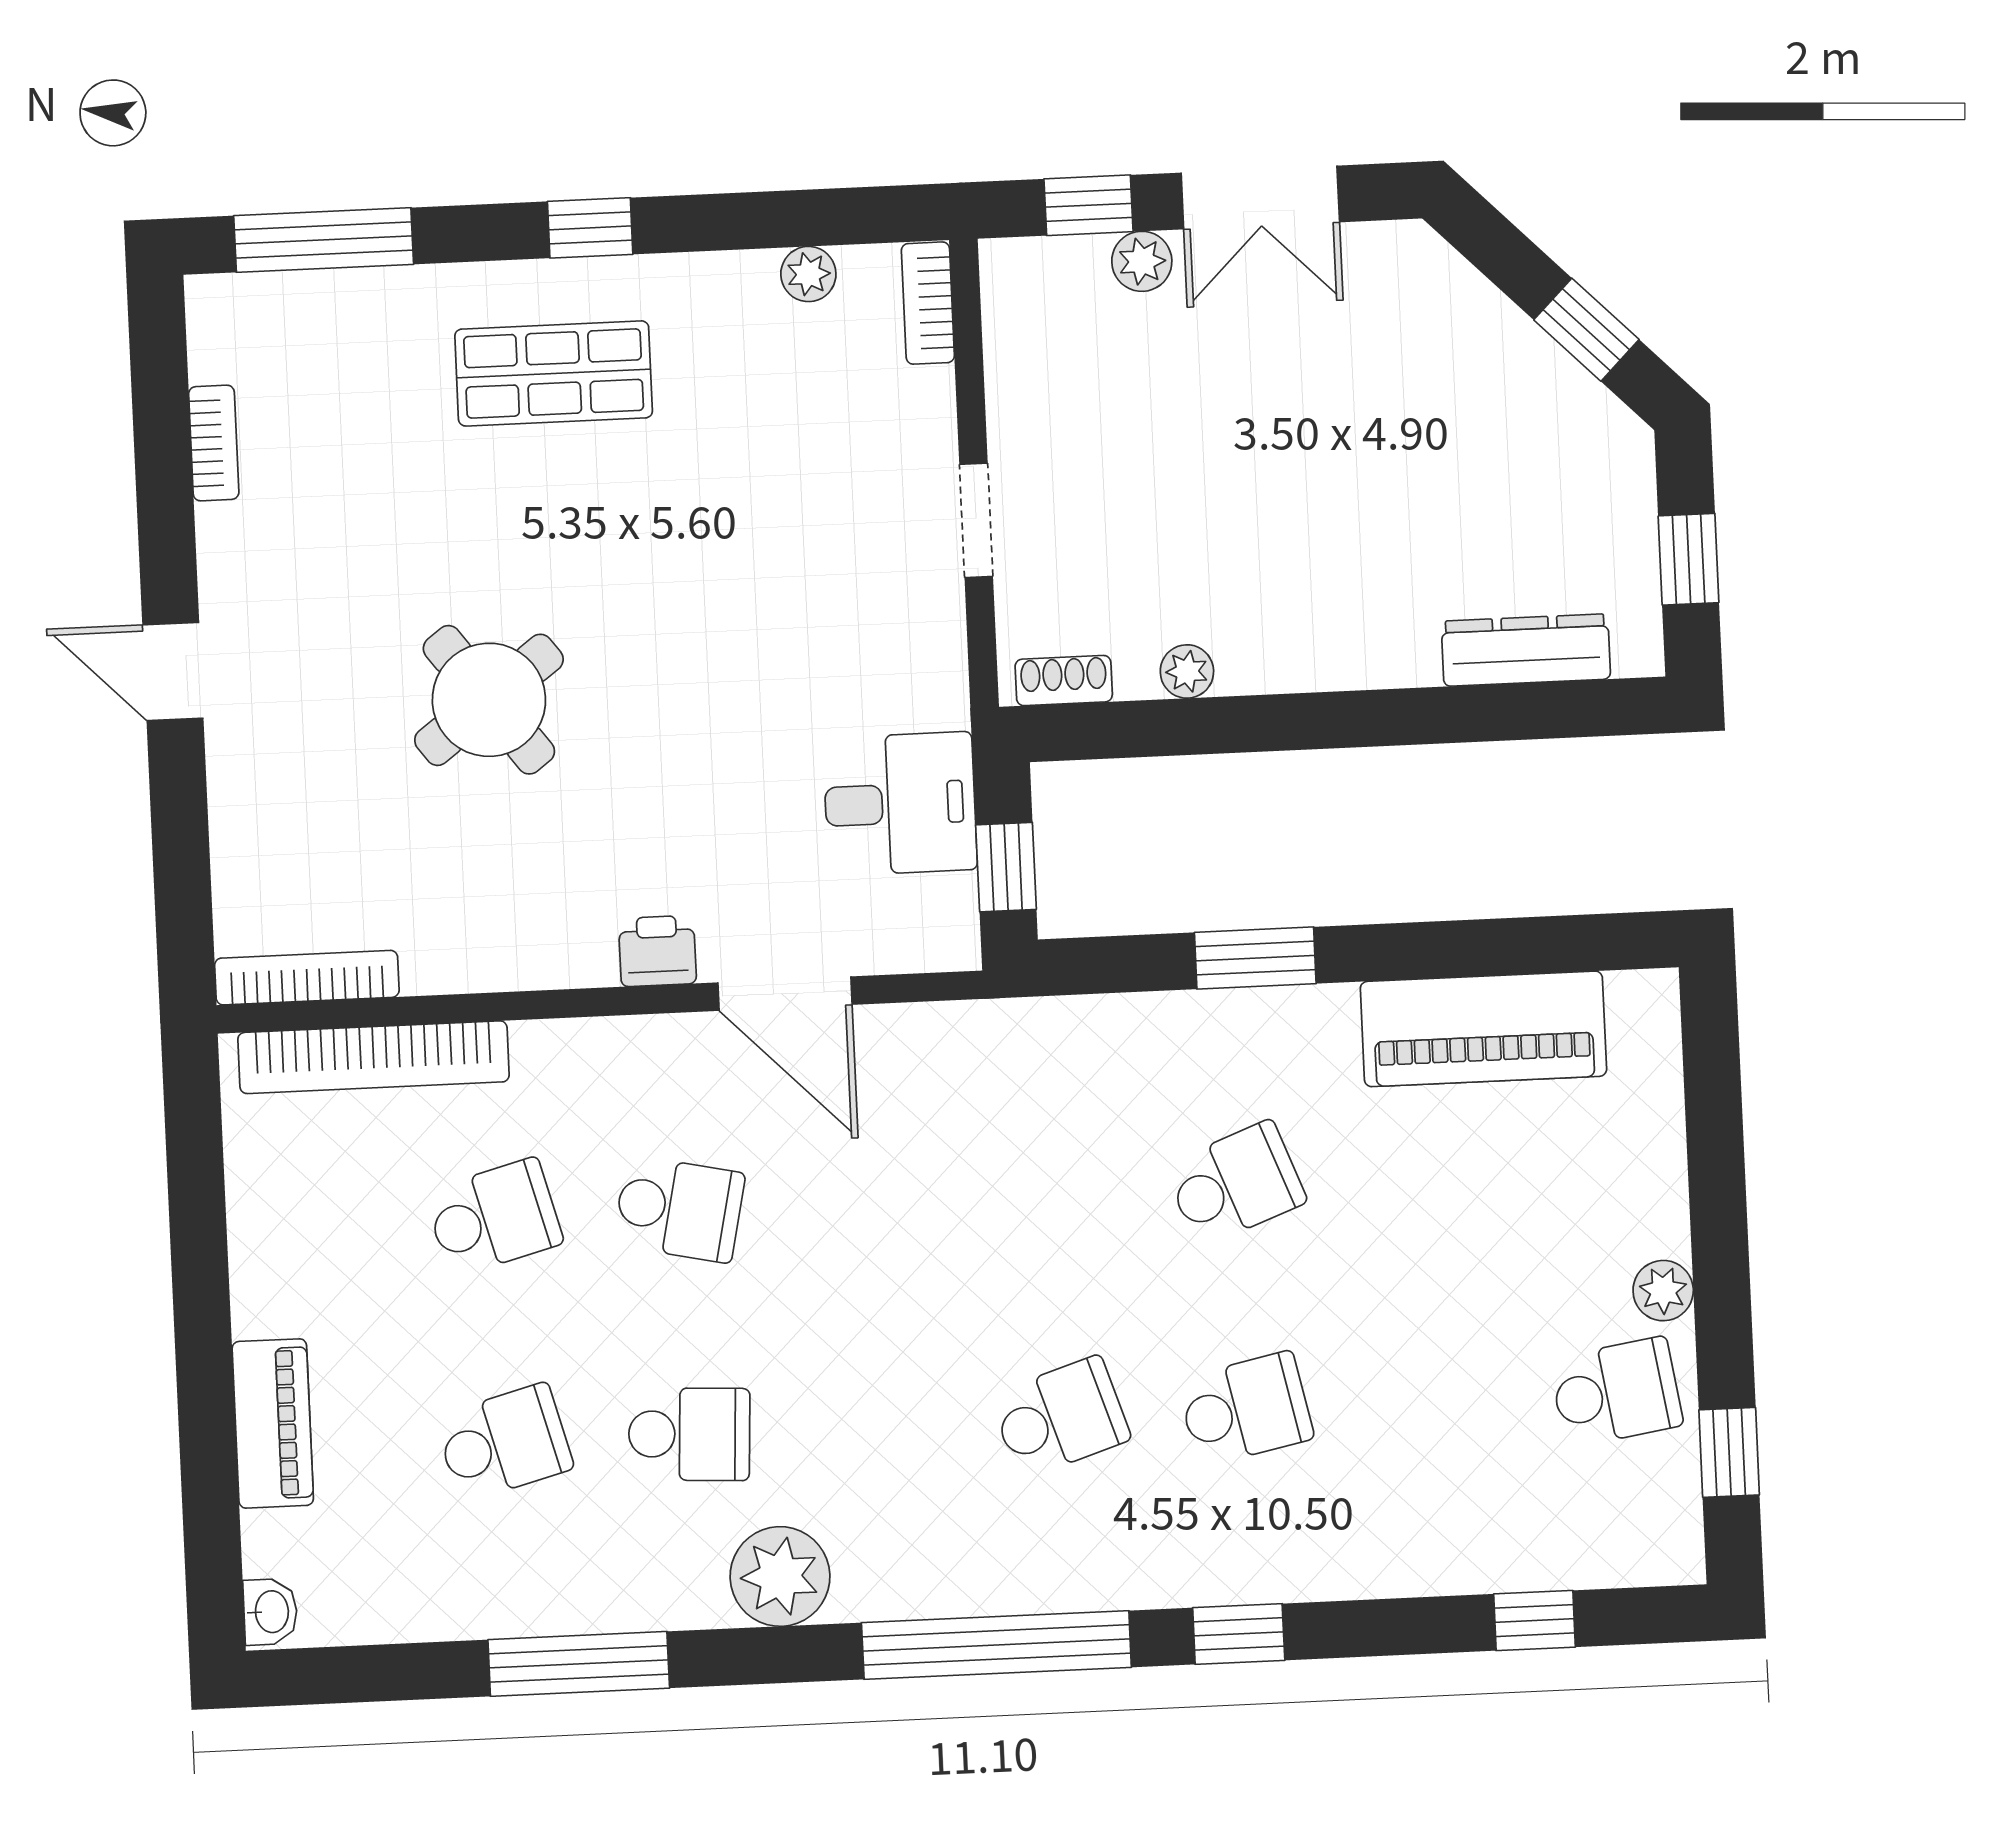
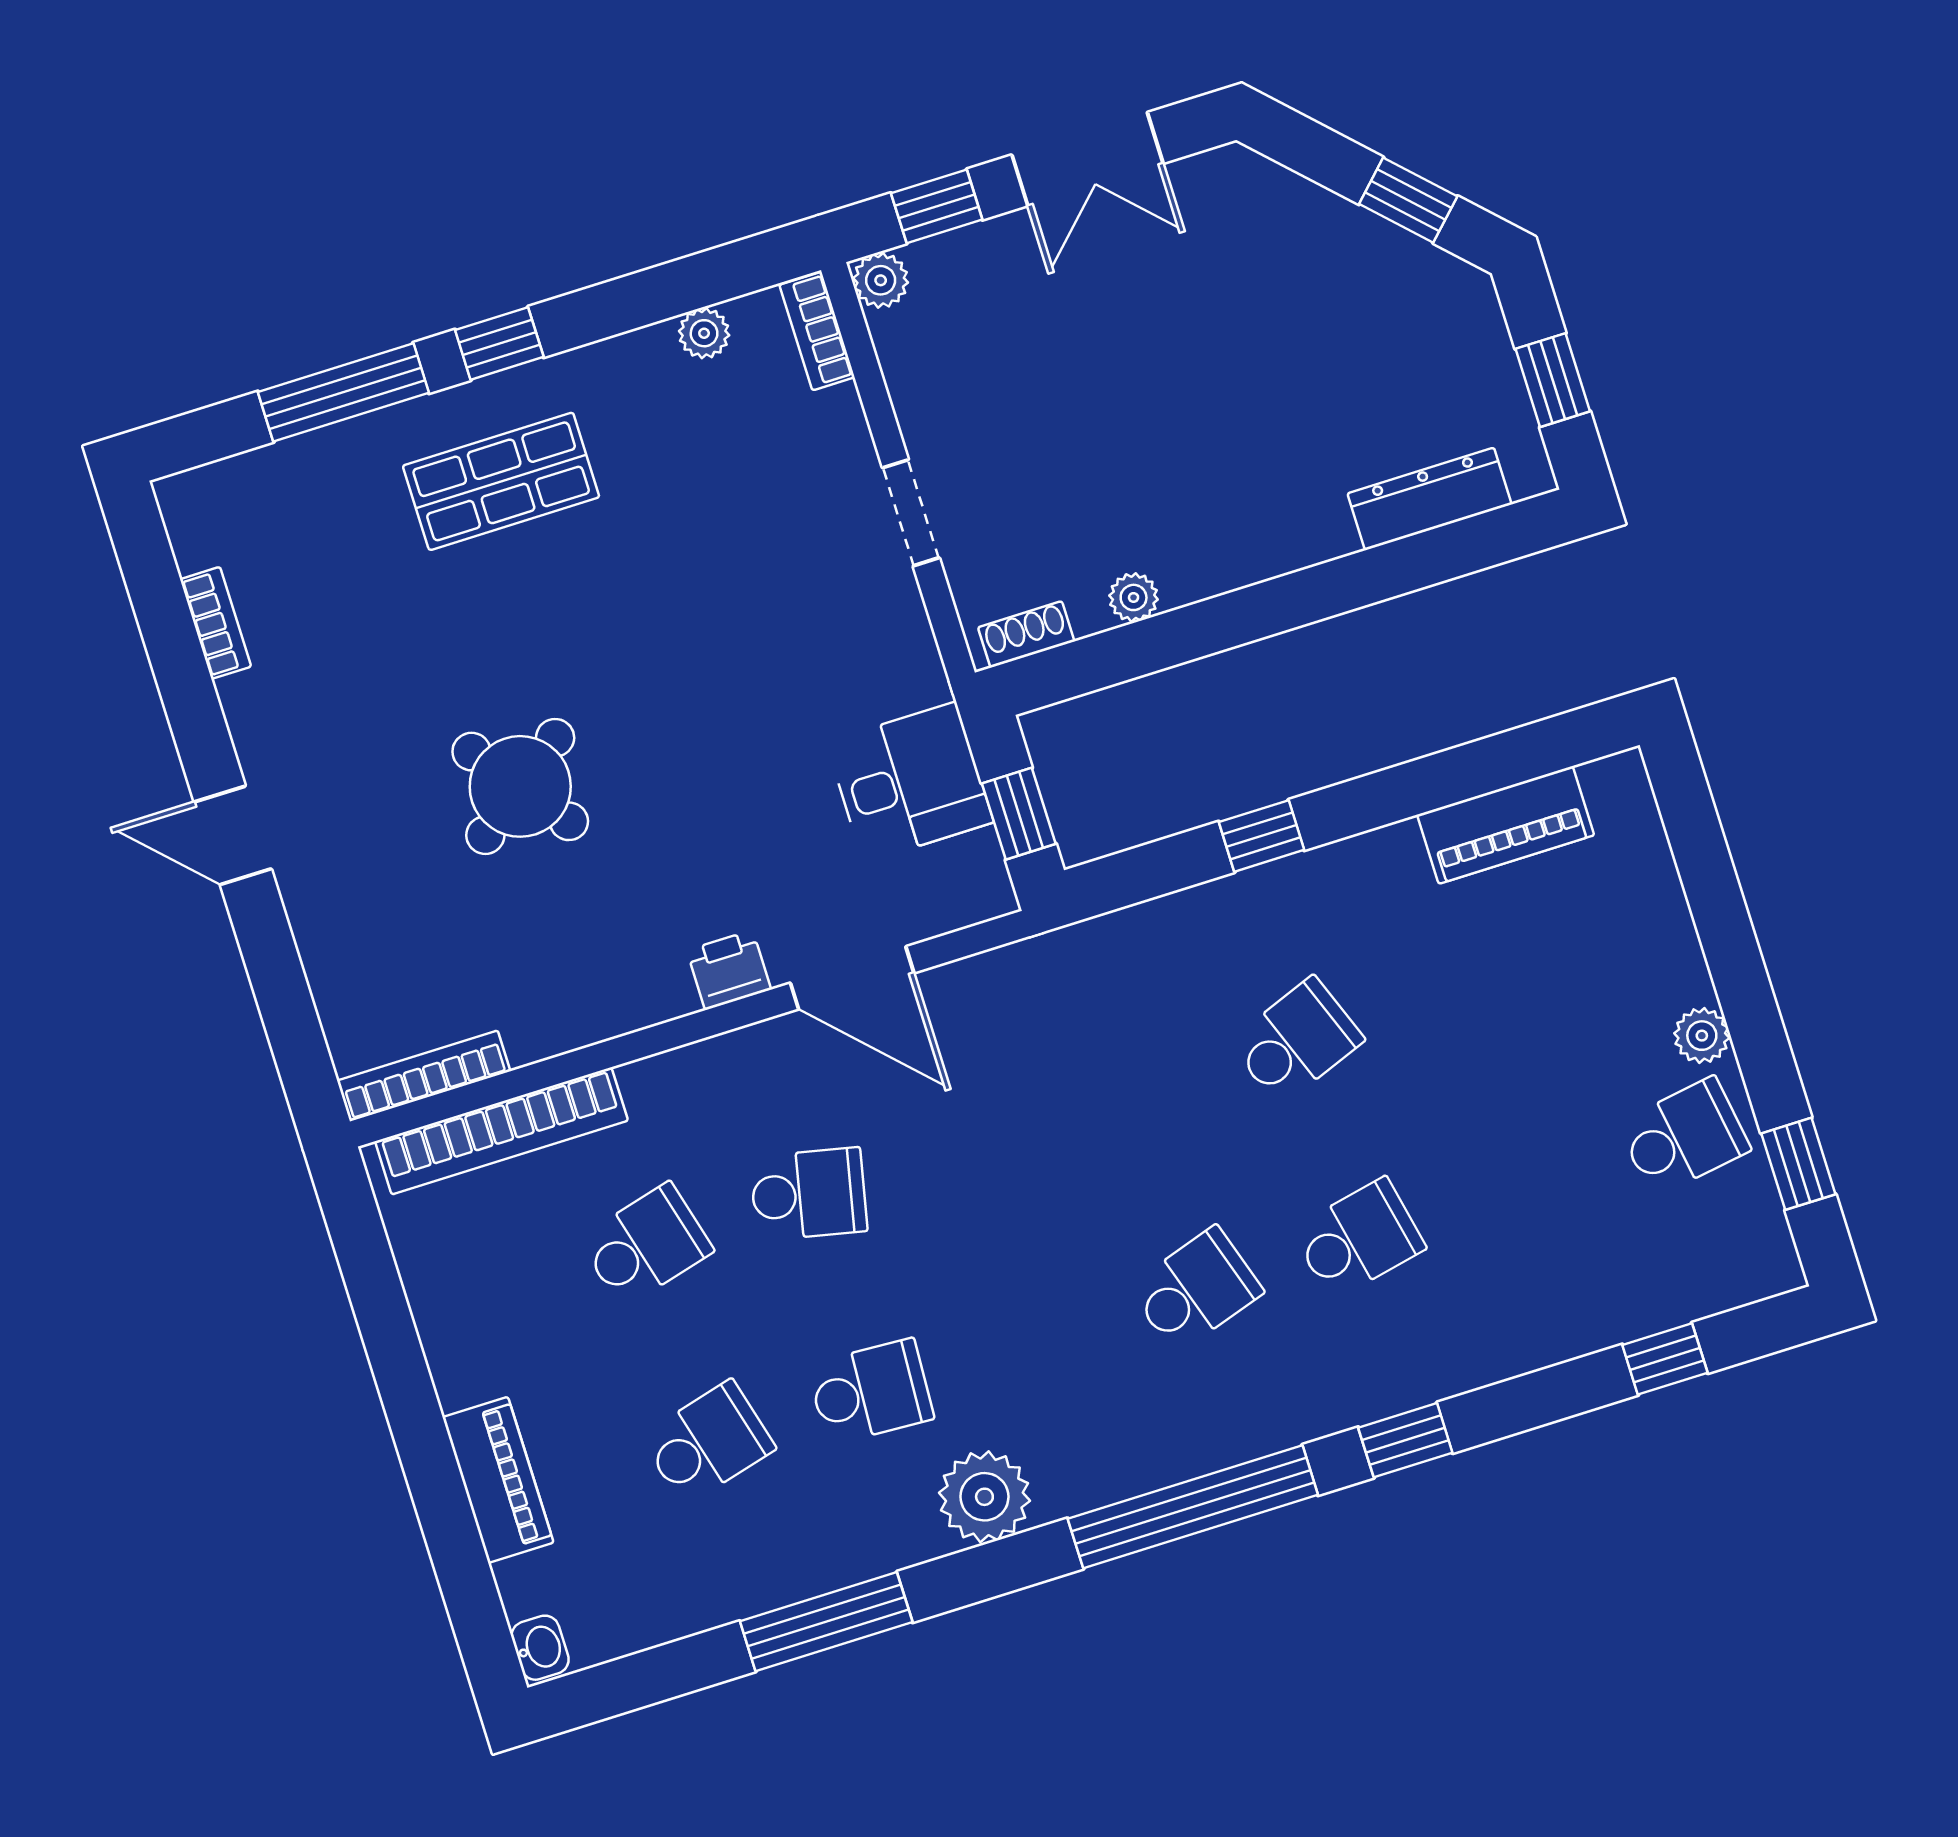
window: (324, 240) -> (343, 392), moved
plant: (1142, 261) -> (881, 280), moved
window: (1255, 958) -> (1262, 836), width x0.67
piano: (1483, 1029) -> (1506, 825), width x0.73, depth x0.75

